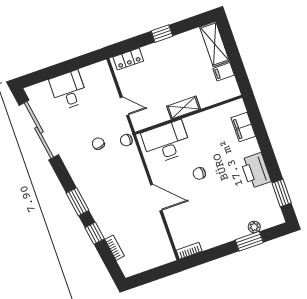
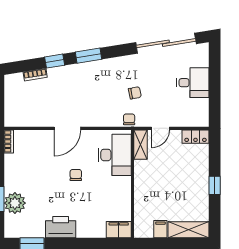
locker: (128, 59) -> (196, 137), moved, turned -90
shelving: (184, 108) -> (141, 145), moved
filing cabinet: (243, 127) -> (119, 230), moved
plant: (254, 227) -> (15, 203), width x1.88, depth x1.88

